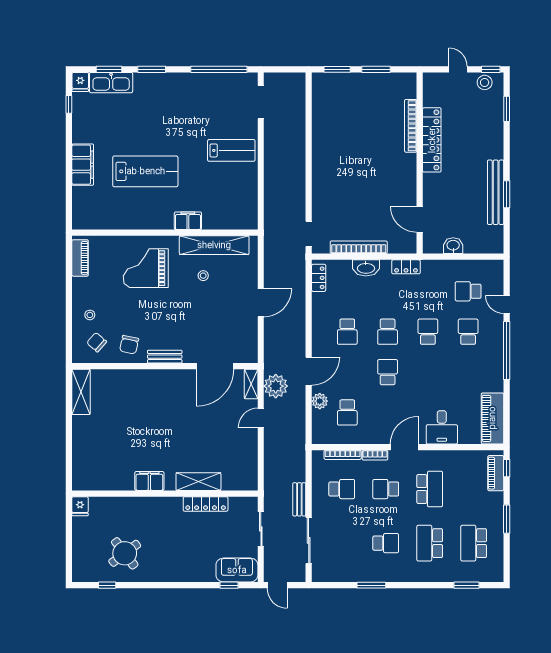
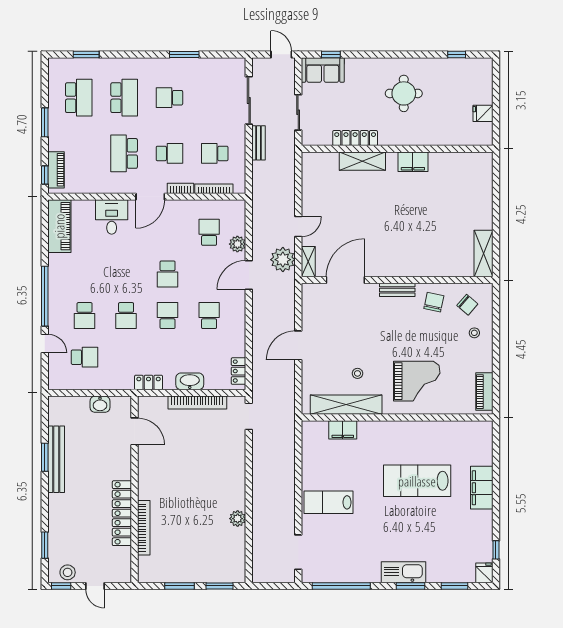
kitchen sink: (111, 83) -> (404, 572), moved
plant: (320, 135) -> (238, 519), added
filing cabinet: (188, 221) -> (343, 430), moved
fridge: (80, 506) -> (483, 113), moved, turned -90
round table: (125, 553) -> (404, 93), moved, turned 37

